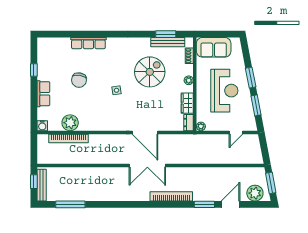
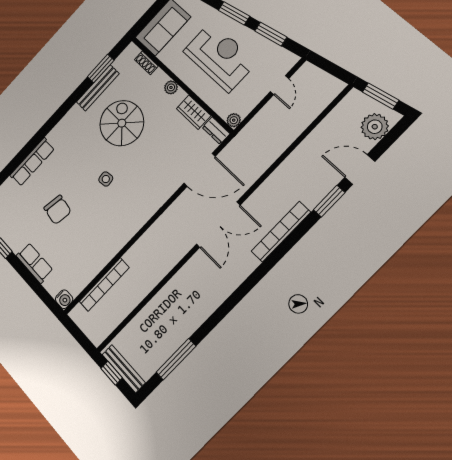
bench: (168, 42) -> (98, 88), moved
plant: (70, 123) -> (90, 265), removed
door: (145, 132) -> (200, 170), moved
door: (230, 204) -> (360, 169), hinge flipped

